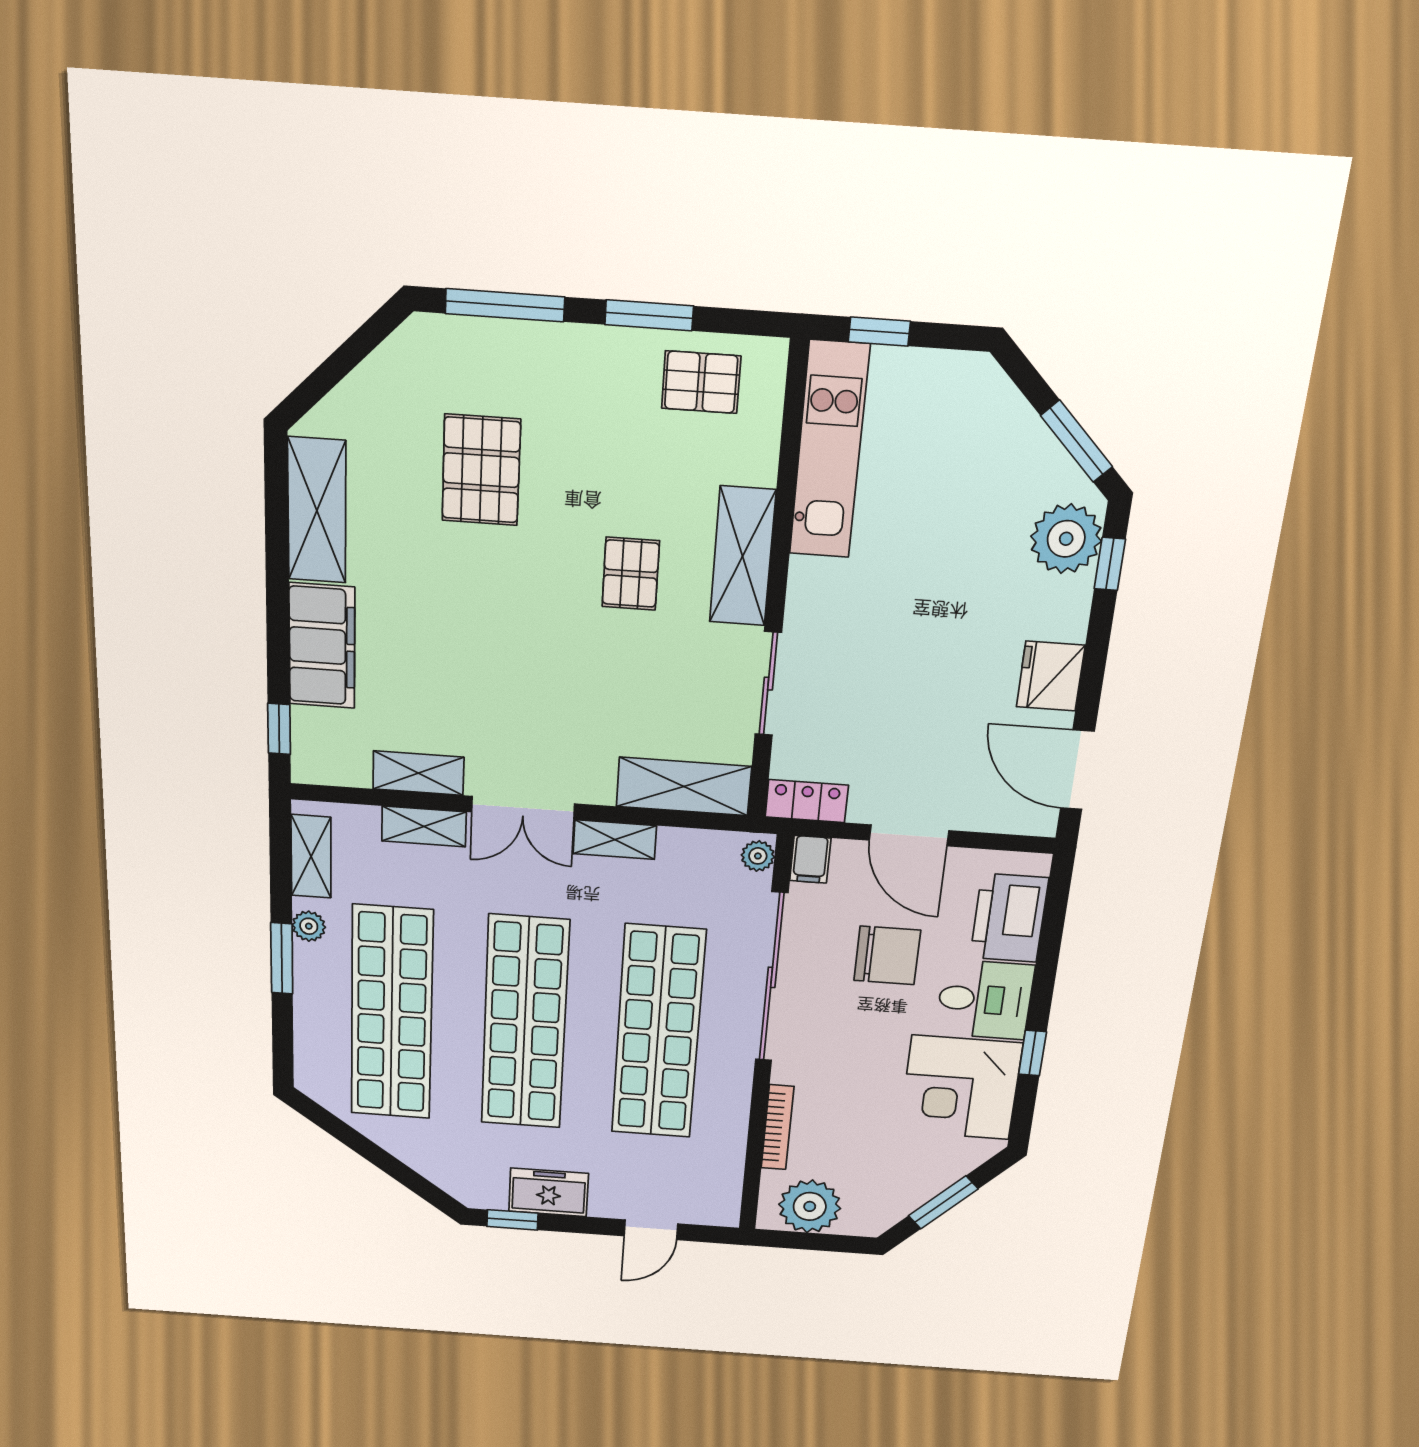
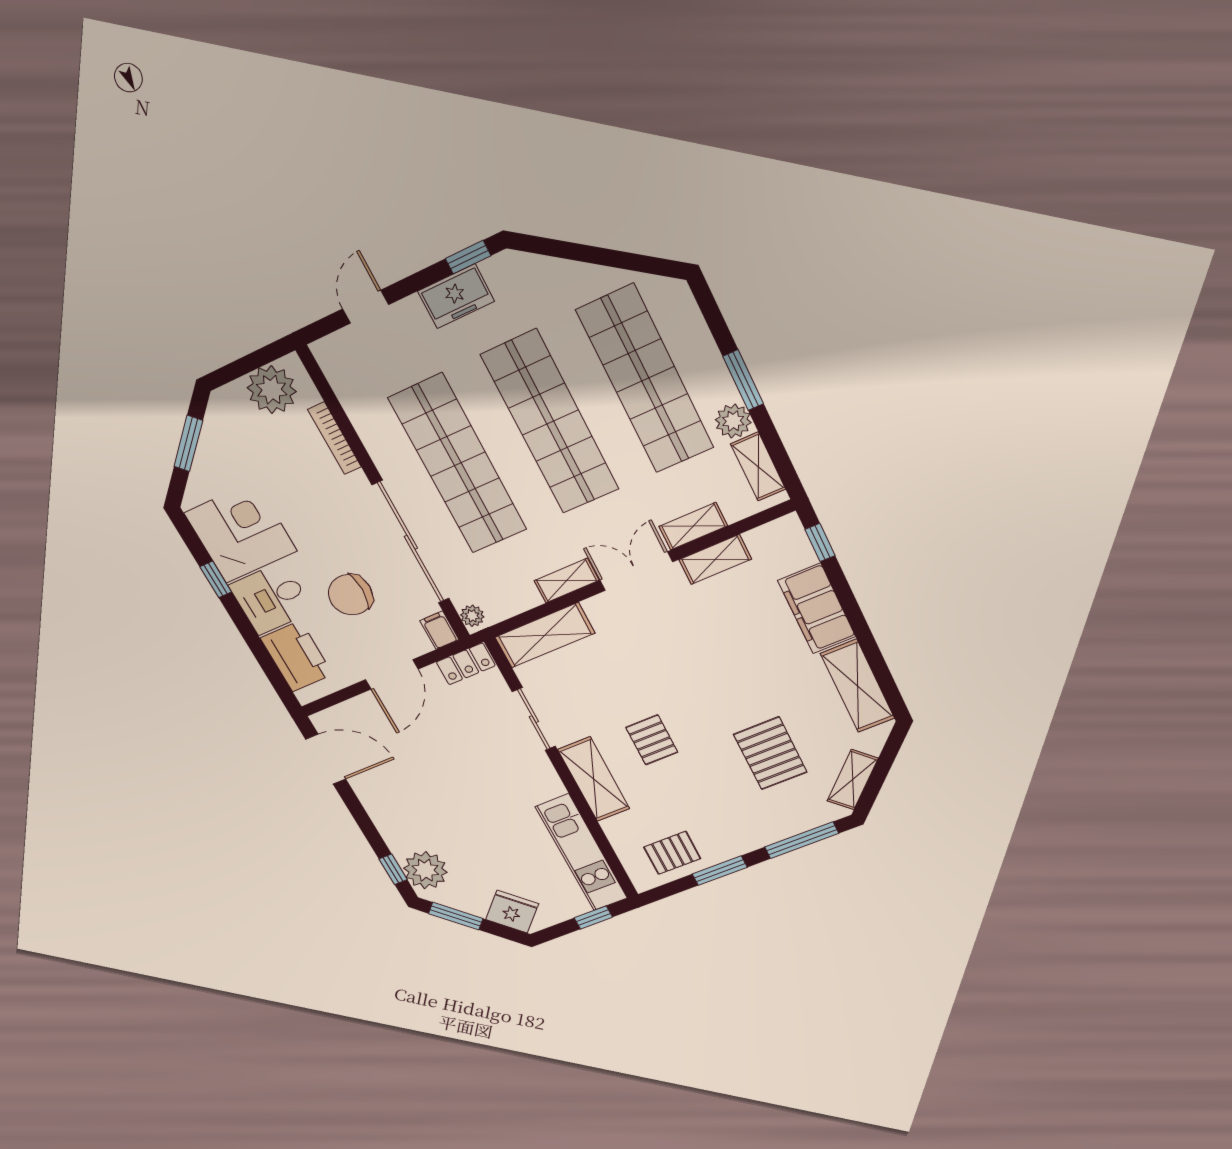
shelving: (387, 369) -> (853, 780), added
fridge: (1051, 676) -> (512, 912), moved, turned -45
door: (909, 835) -> (392, 674), swing flipped
plant: (309, 926) -> (733, 421), width x1.38, depth x1.38

